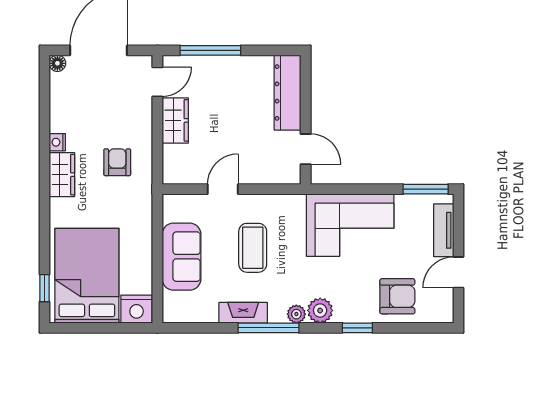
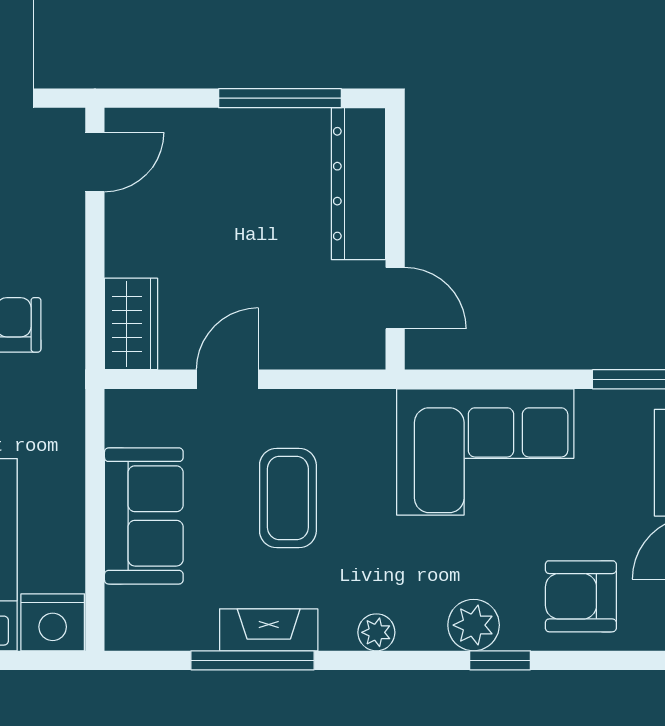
window: (210, 50) -> (280, 98), moved
wardrobe: (175, 120) -> (131, 324), moved
armchair: (397, 296) -> (581, 596), turned 180
plant: (320, 310) -> (474, 625), moved
window: (269, 328) -> (253, 660), moved

